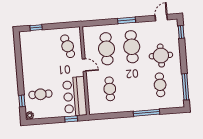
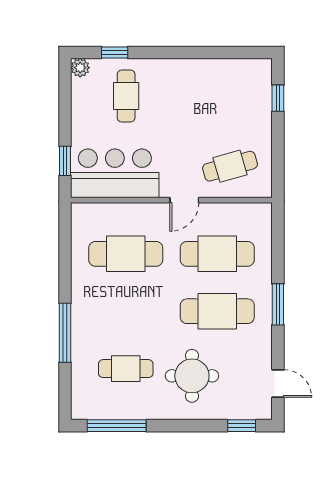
cafe table: (110, 89) -> (126, 254), width x1.37, depth x1.35

